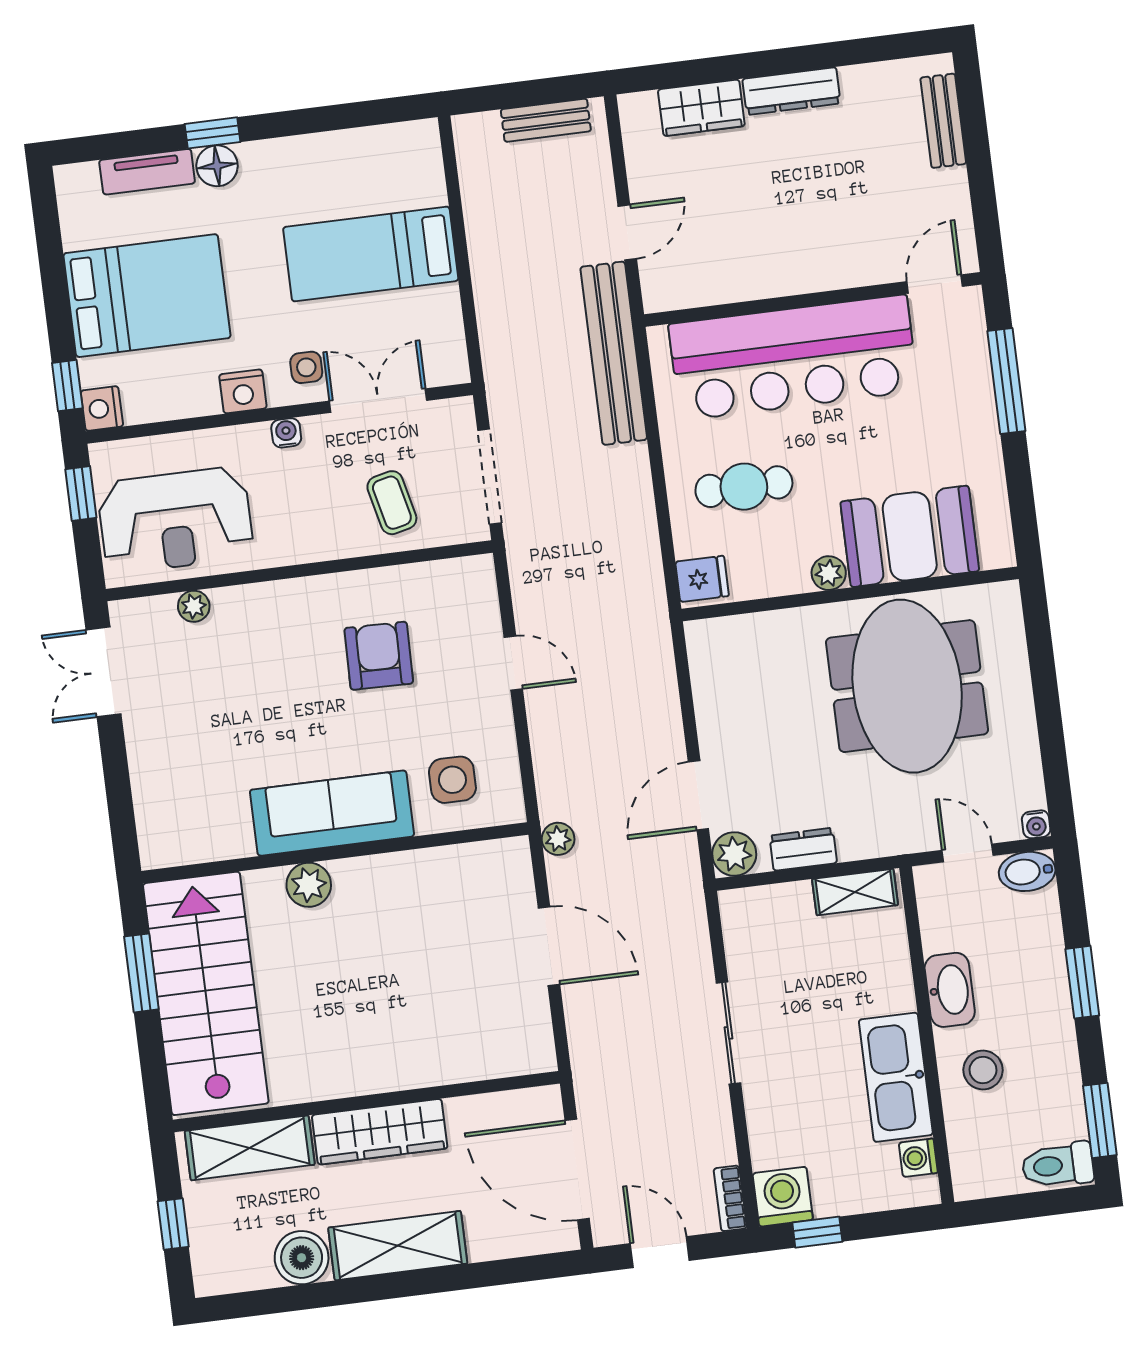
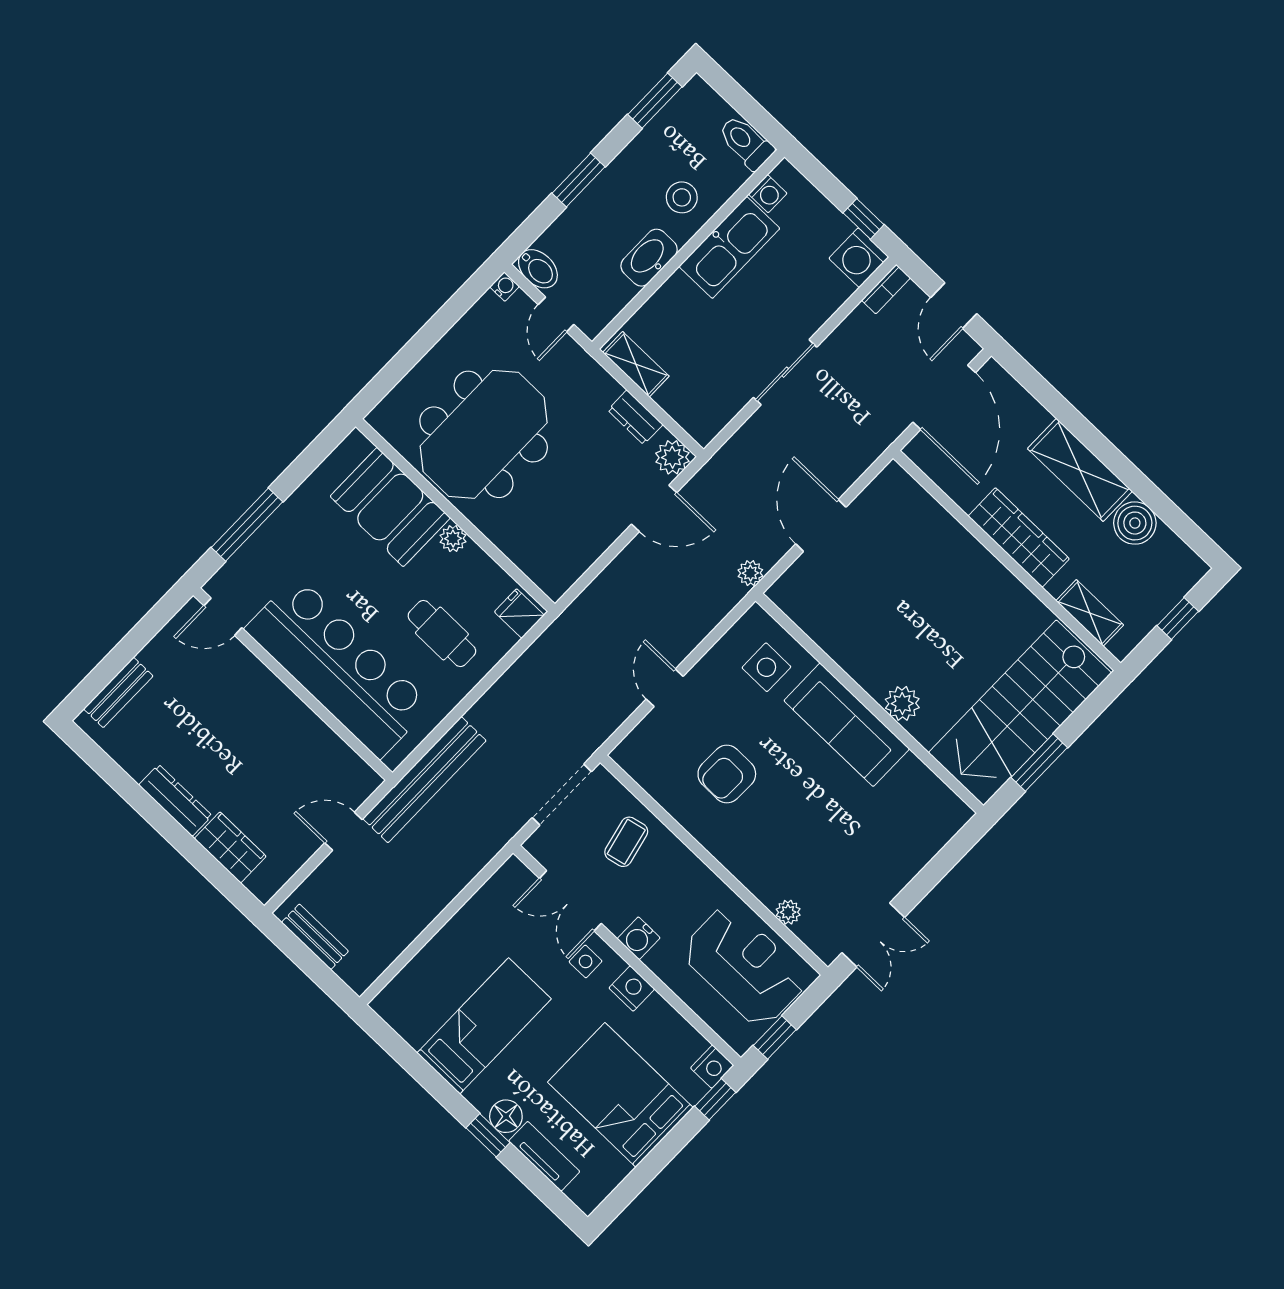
bed: (371, 254) -> (484, 1026), moved, turned -90
water cooler: (286, 433) -> (639, 938), width x1.38, depth x1.38
shelving: (250, 1148) -> (1090, 613), width x0.67, depth x0.75
toilet: (1058, 1165) -> (746, 143), moved, turned 180

